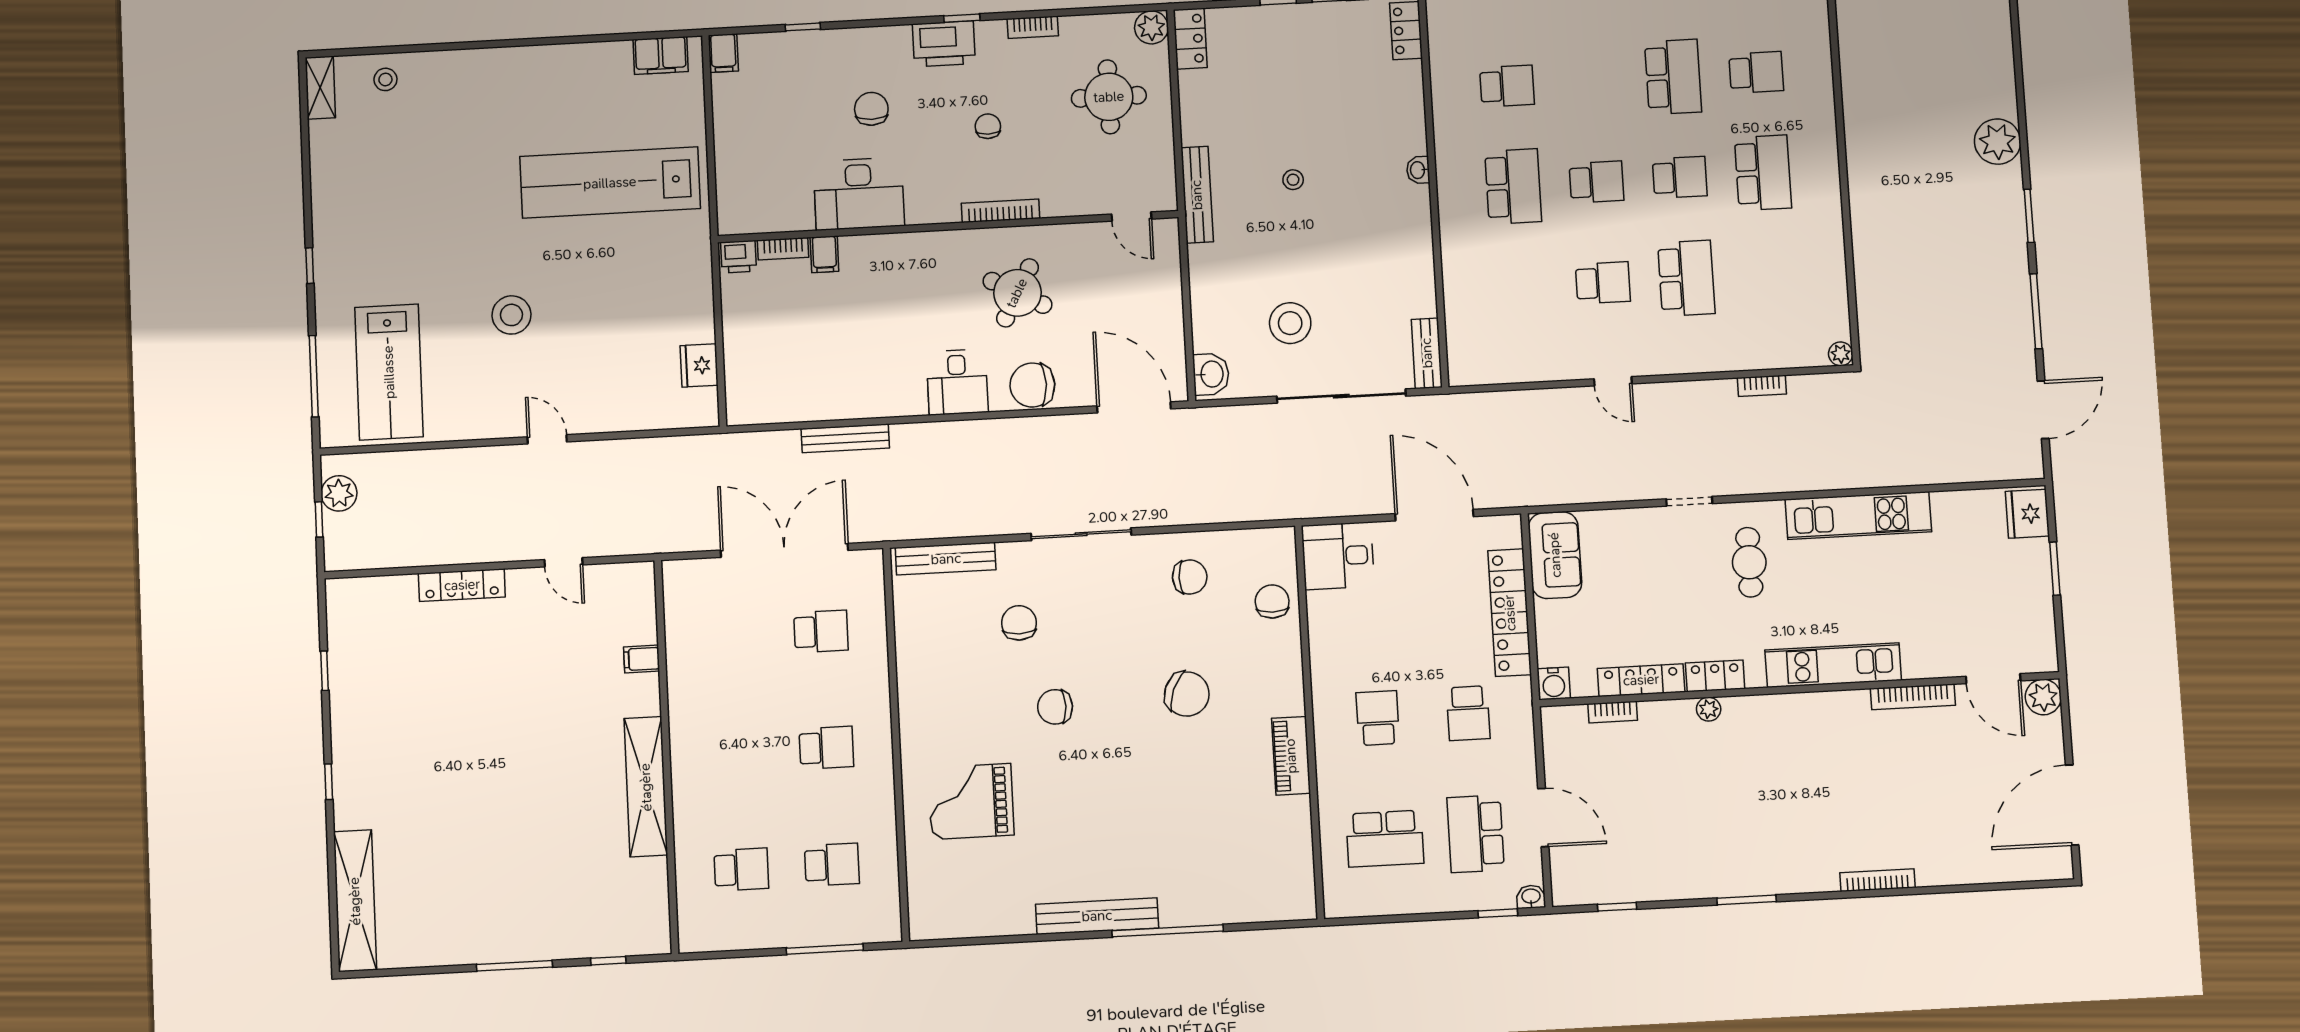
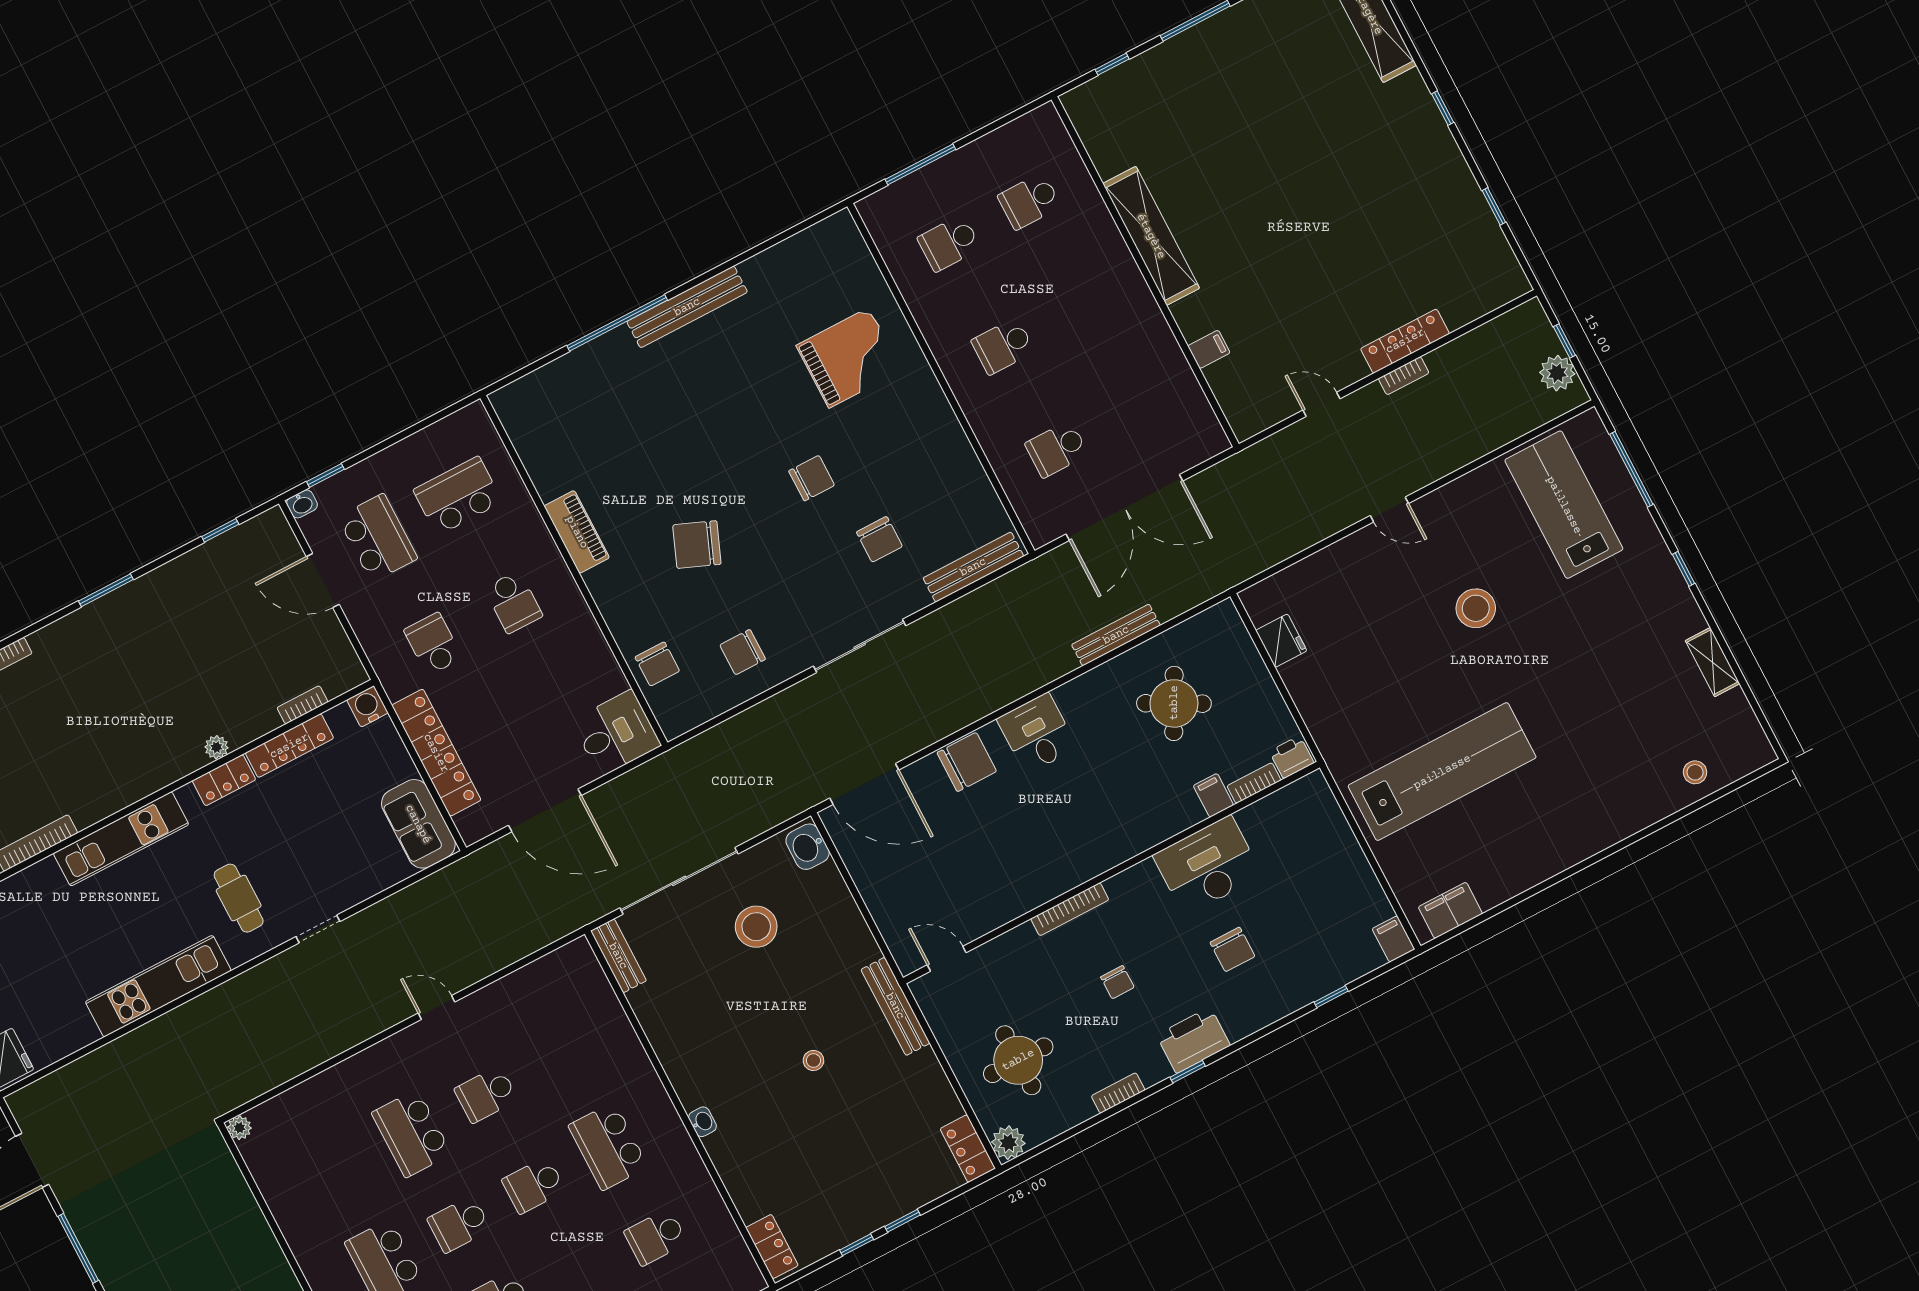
shelving: (320, 88) -> (1713, 662), moved
round table: (1017, 293) -> (1174, 703), moved
bookcase: (1762, 386) -> (1404, 376), moved, turned 180

